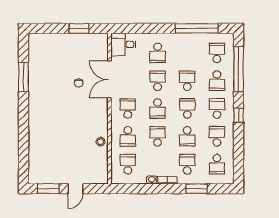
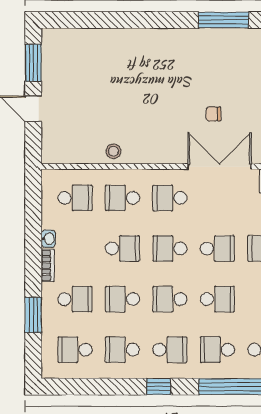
school desk: (128, 109) -> (170, 198), turned 180
school desk: (187, 109) -> (170, 299), turned 180
school desk: (217, 136) -> (122, 350), turned 180

